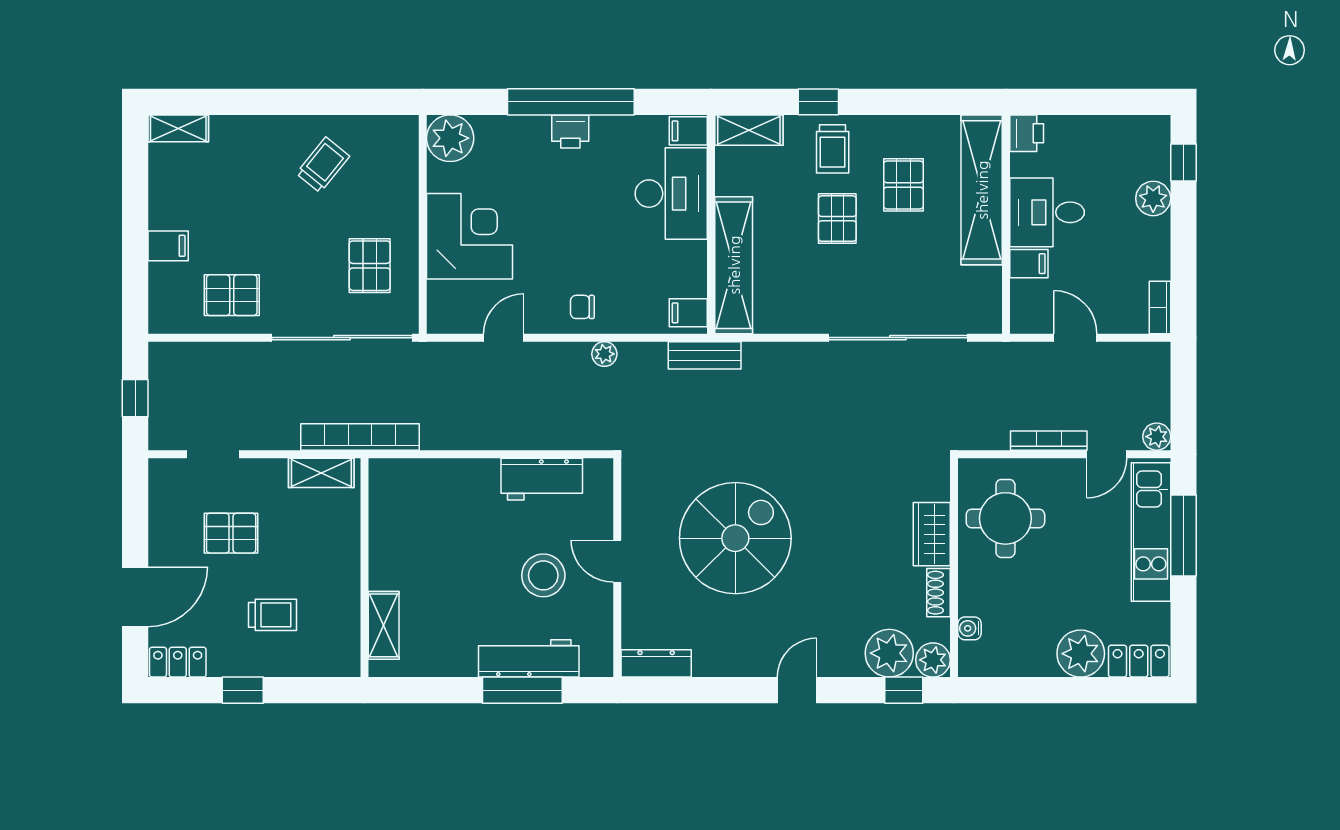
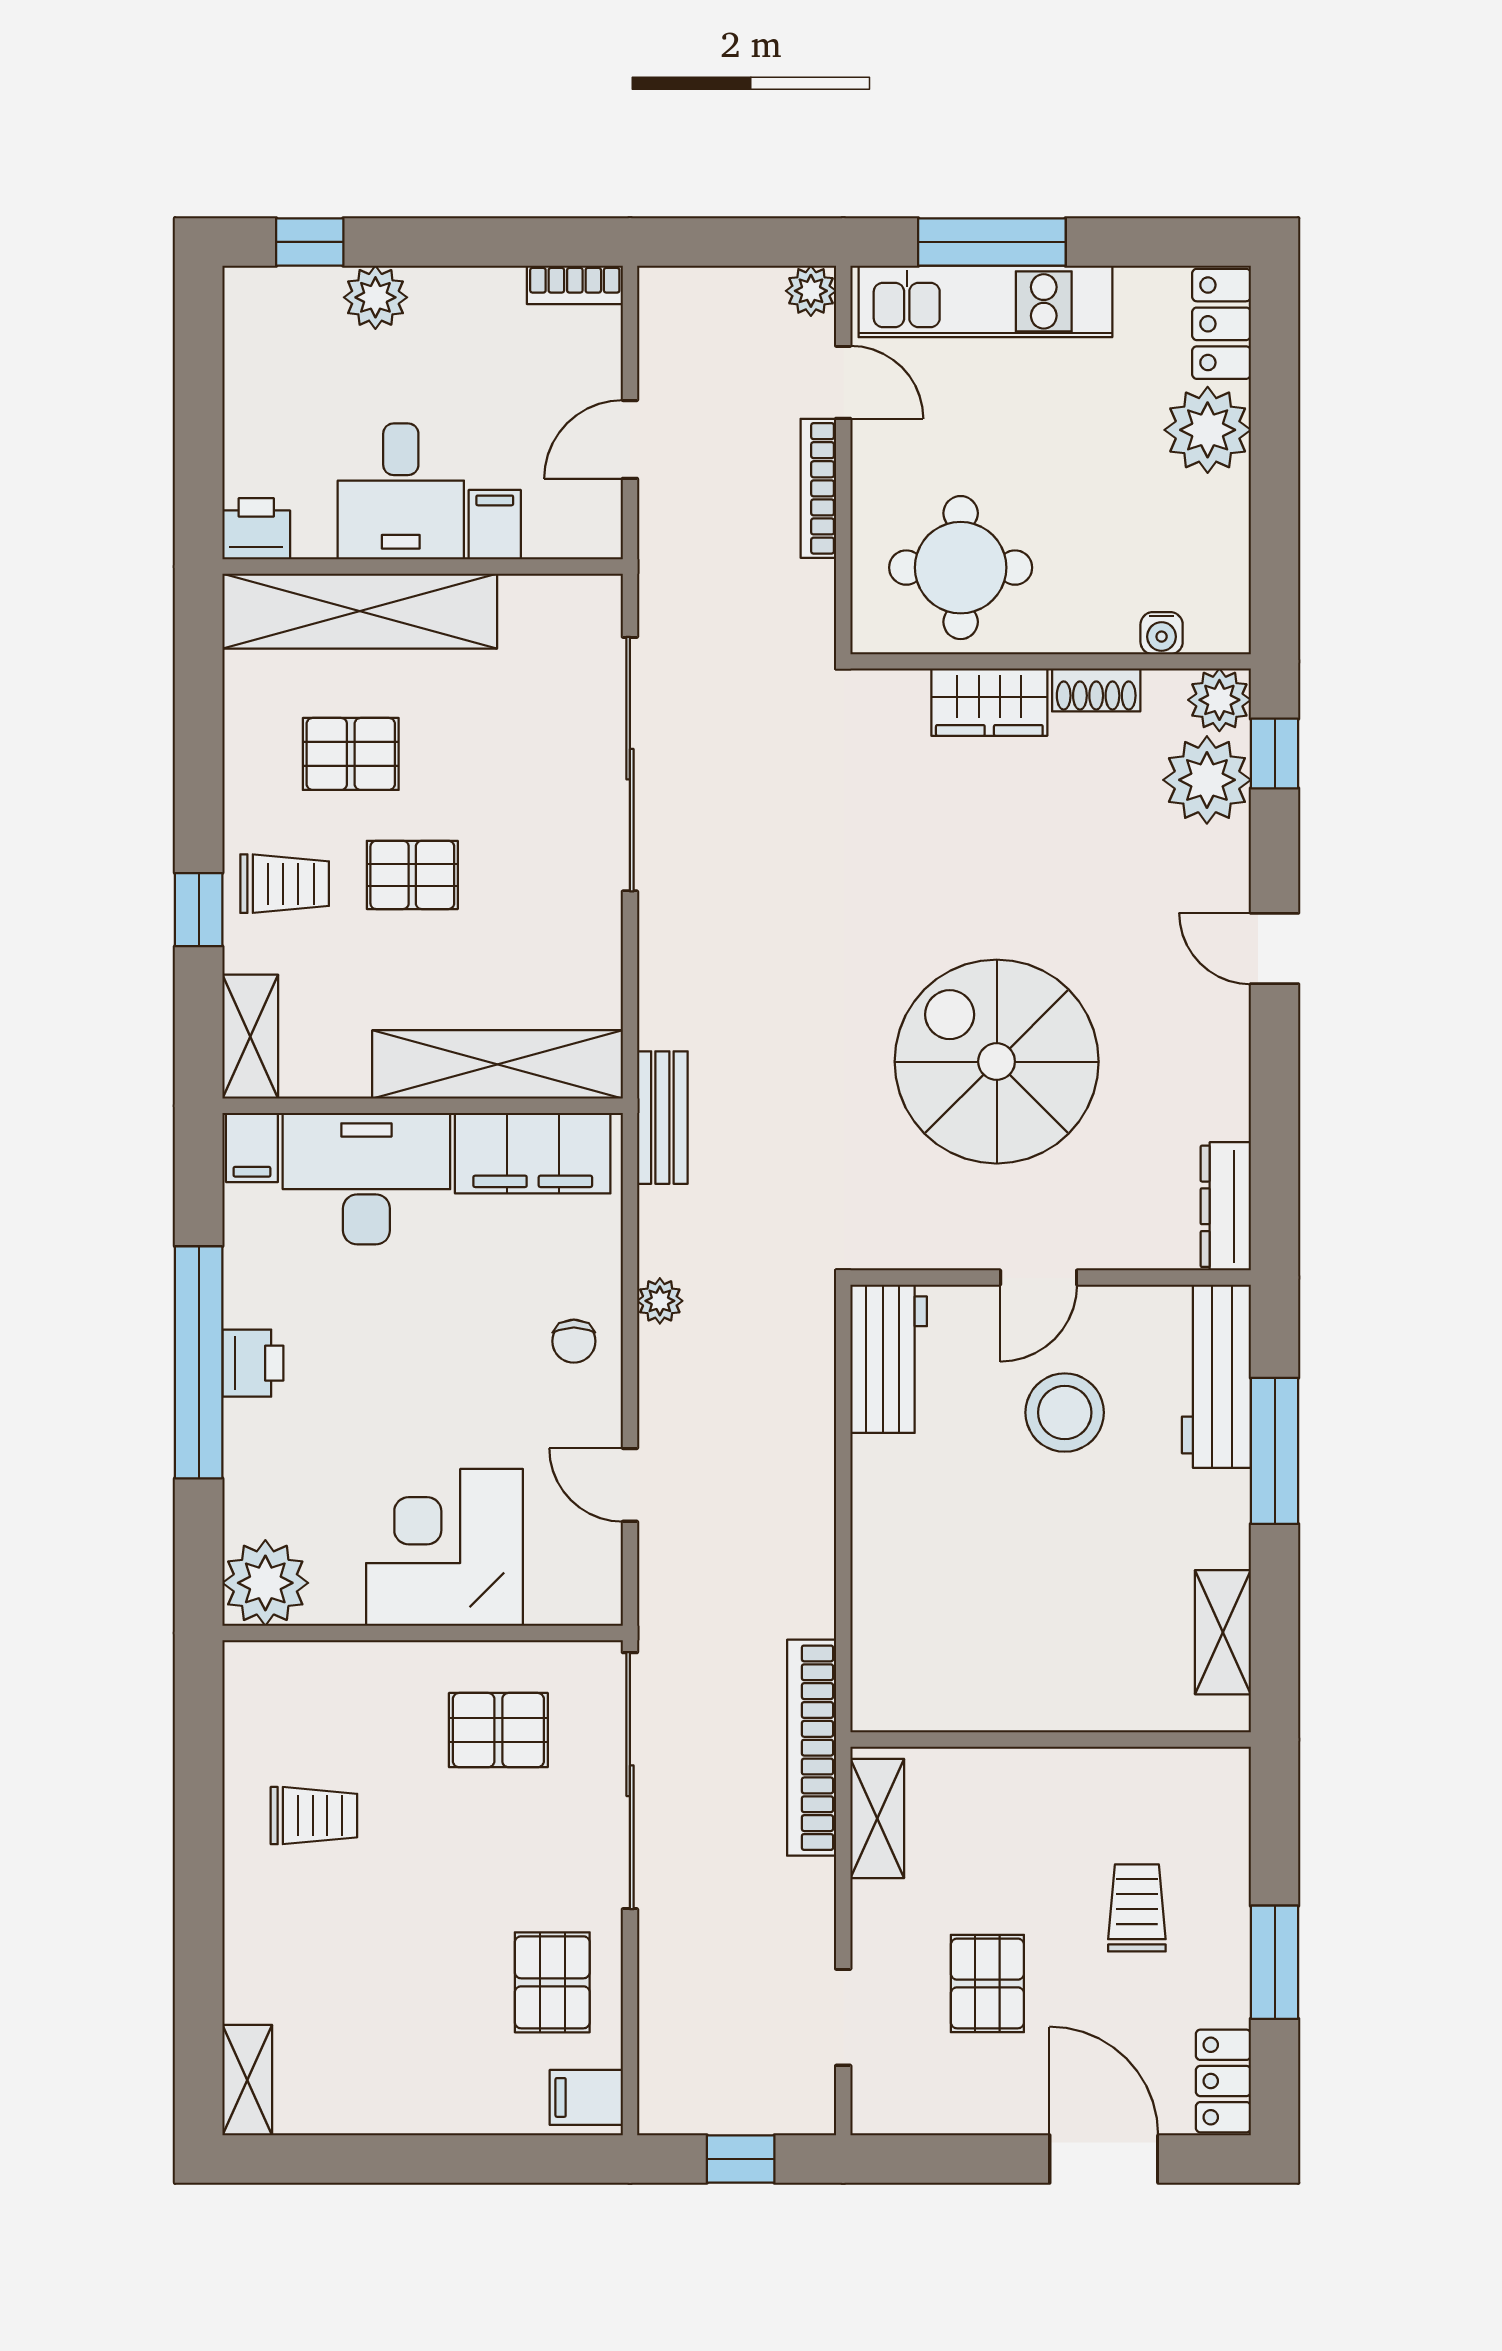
trolley: (323, 165) -> (314, 1816), turned 141
filing cabinet: (168, 246) -> (586, 2097), moved, turned -90
filing cabinet: (688, 313) -> (533, 1153), width x3.00, depth x1.17
workbench: (542, 479) -> (889, 1359), moved
shelving: (384, 625) -> (1223, 1632), moved, turned 90
workbench: (529, 658) -> (1216, 1376), moved
window: (243, 690) -> (1275, 1962), width x1.50

